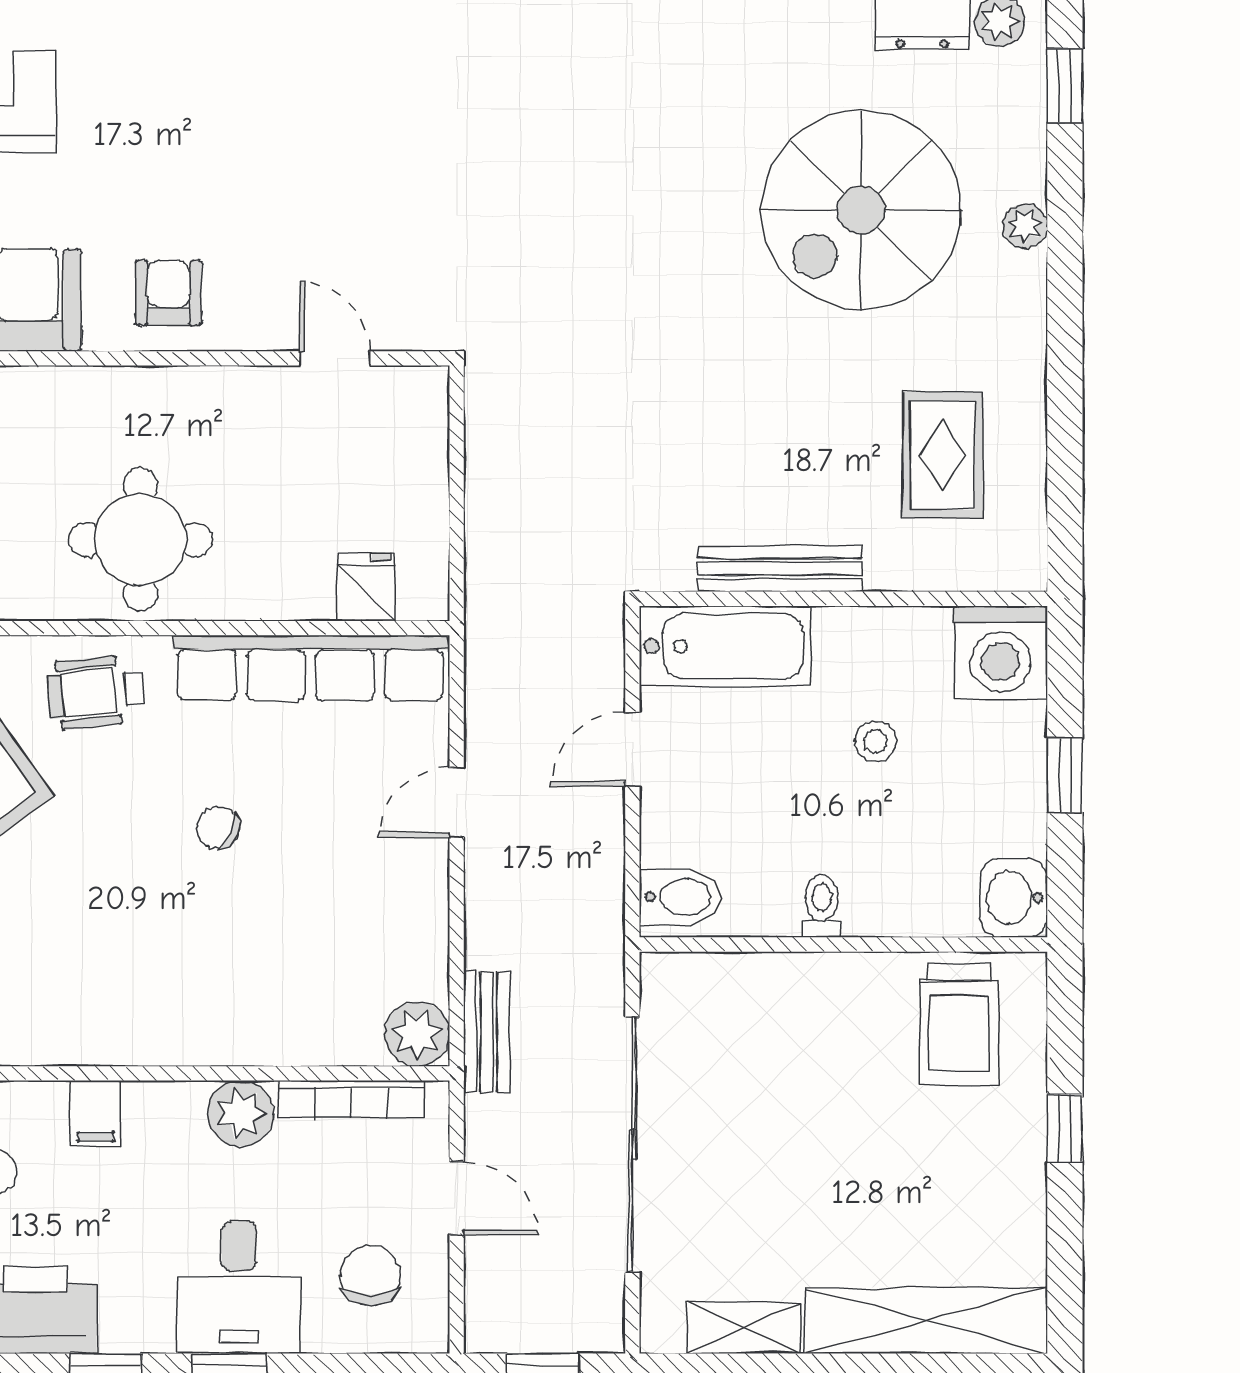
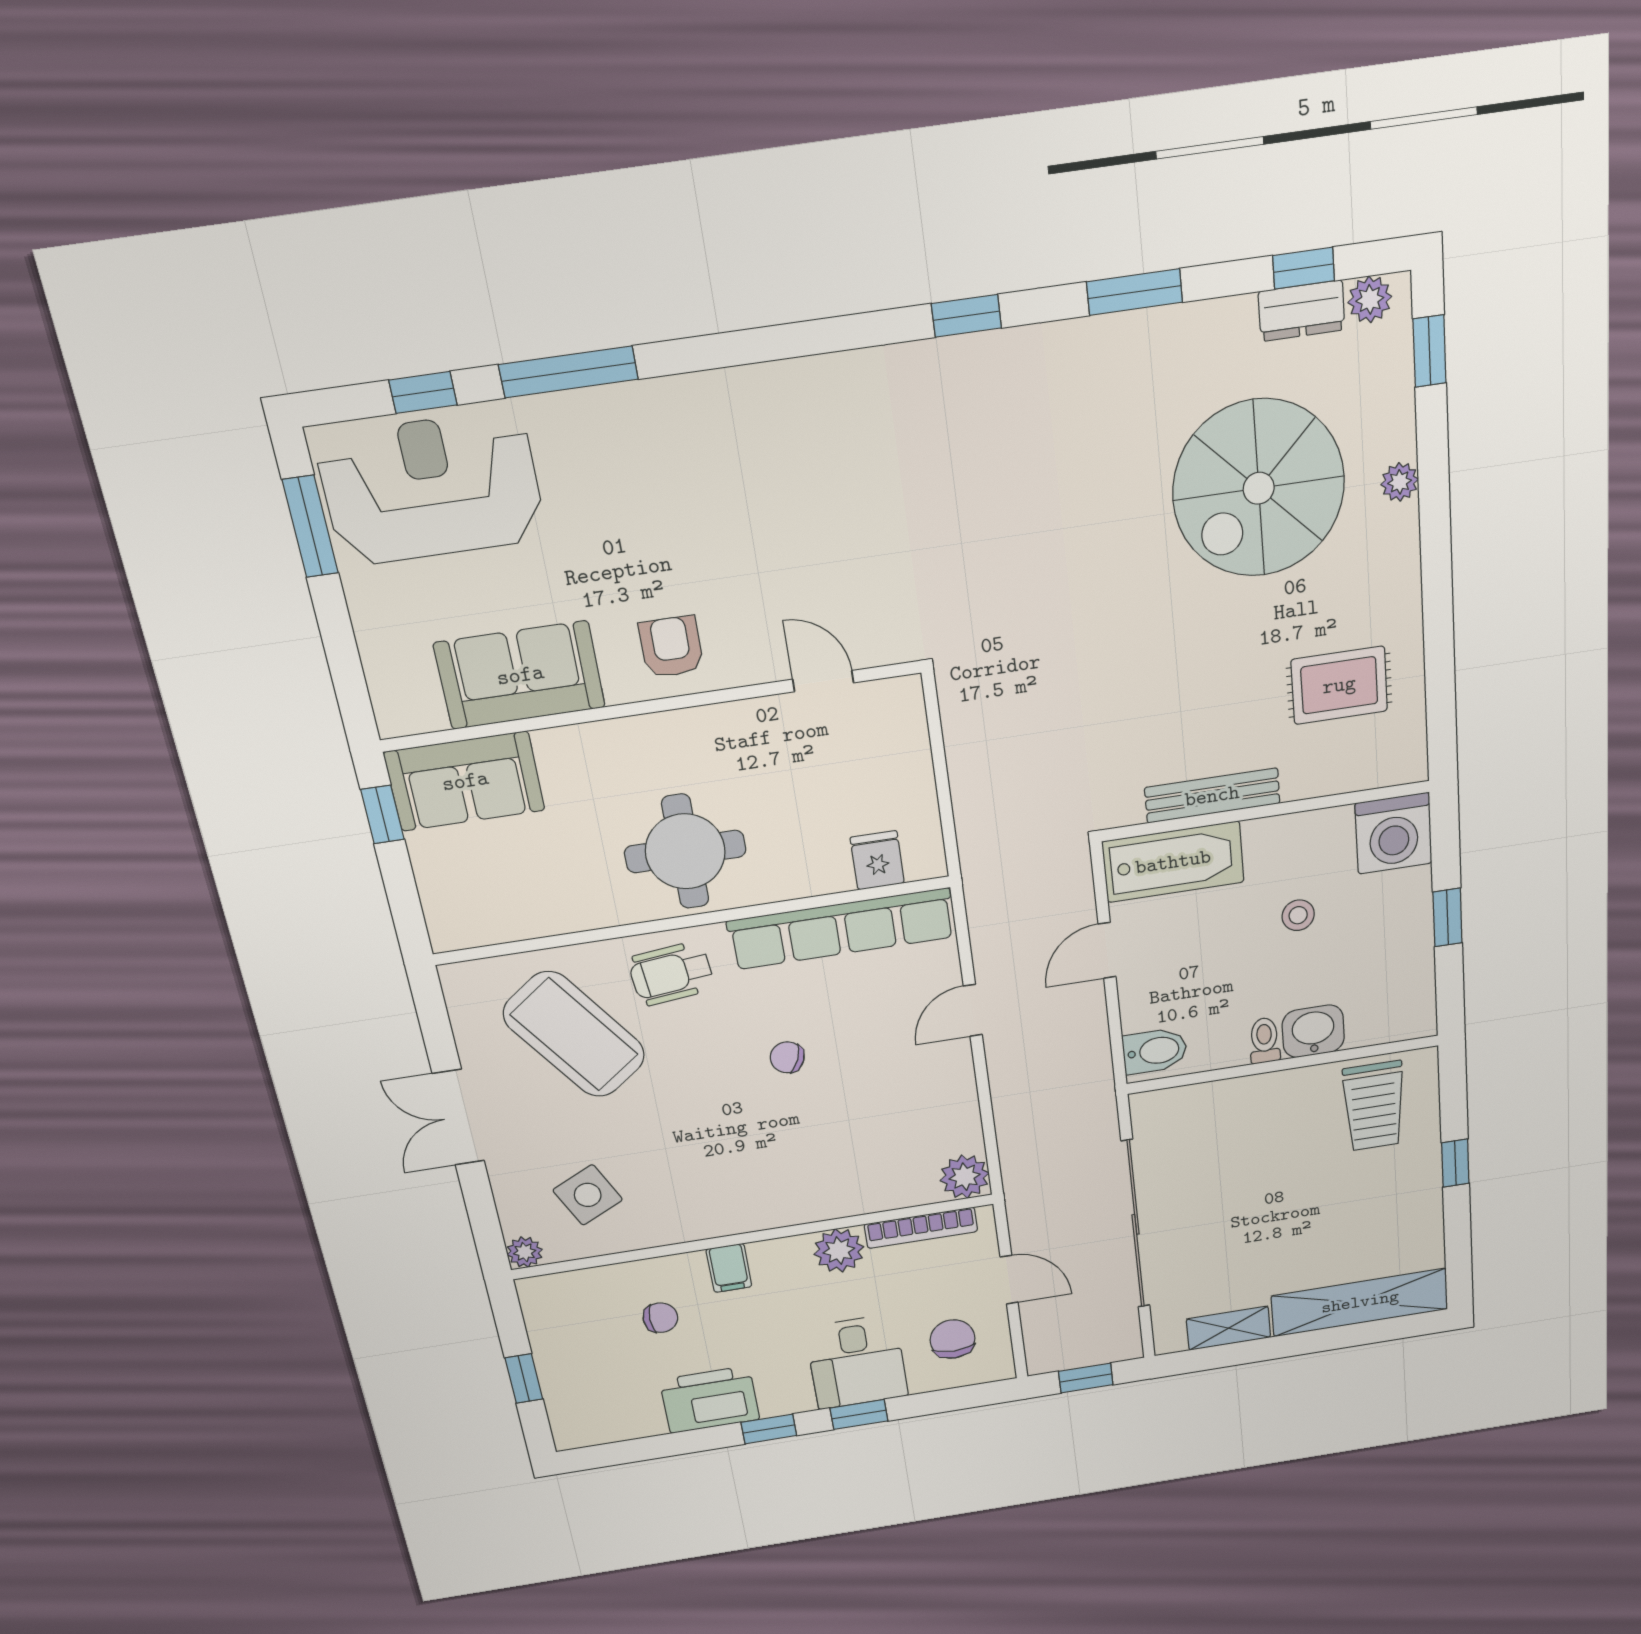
rug: (942, 455) -> (1339, 685), turned 90
washbasin: (1014, 898) -> (1313, 1031), moved, turned 90
bench: (487, 1032) -> (1017, 1167), removed

